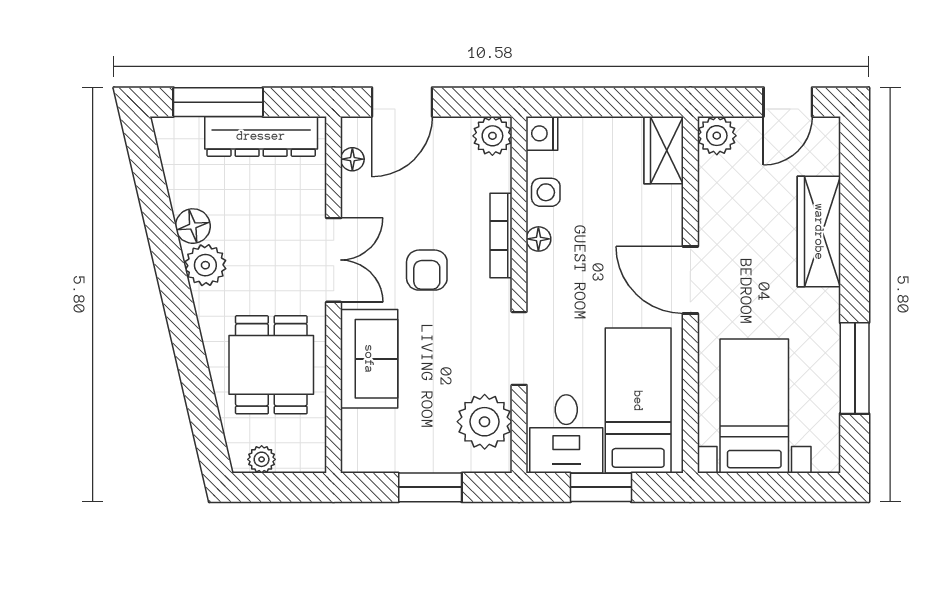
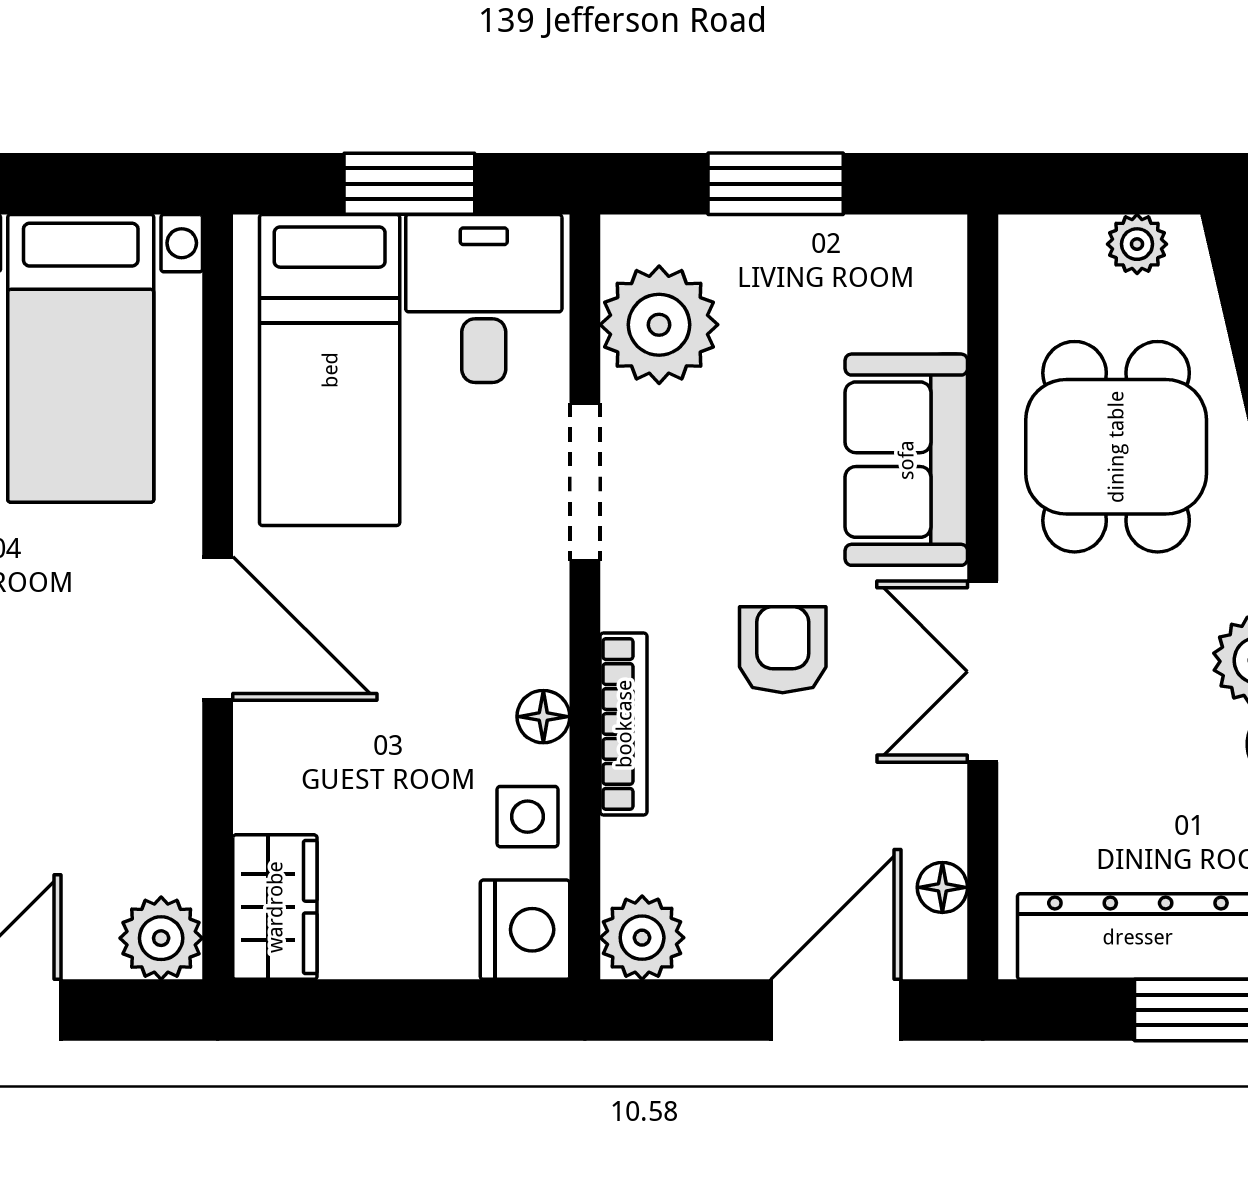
nightstand: (542, 133) -> (525, 930), width x1.36, depth x1.33

